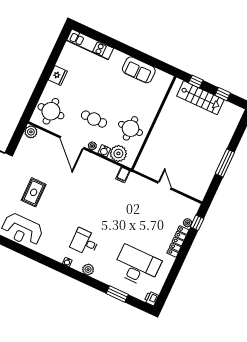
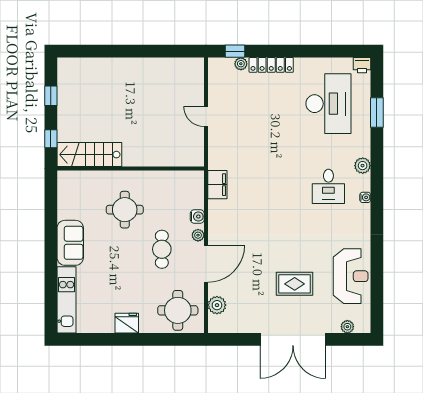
sofa: (139, 70) -> (70, 243), moved
stairs: (200, 98) -> (89, 155), moved, turned -90
round table: (130, 128) -> (125, 210), moved
plant: (31, 132) -> (217, 305), moved
plant: (118, 153) -> (192, 196), removed
window: (225, 163) -> (140, 51), removed
filing cabinet: (123, 175) -> (217, 185), width x2.00
door: (164, 185) -> (206, 117), hinge flipped
desk: (137, 266) -> (328, 104), turned 180

